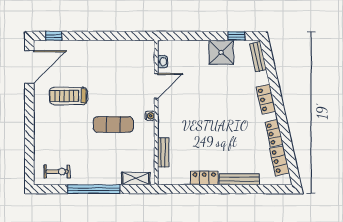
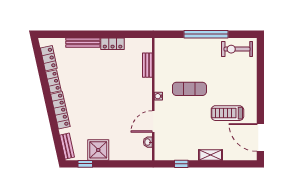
window: (54, 36) -> (181, 164), moved
door: (29, 67) -> (260, 137), hinge flipped
treadmill: (68, 96) -> (227, 113), turned 180
locker: (266, 99) -> (60, 110), width x1.53
exercise bike: (57, 172) -> (237, 49), width x1.38, depth x1.39
shelving: (136, 179) -> (211, 155), moved

